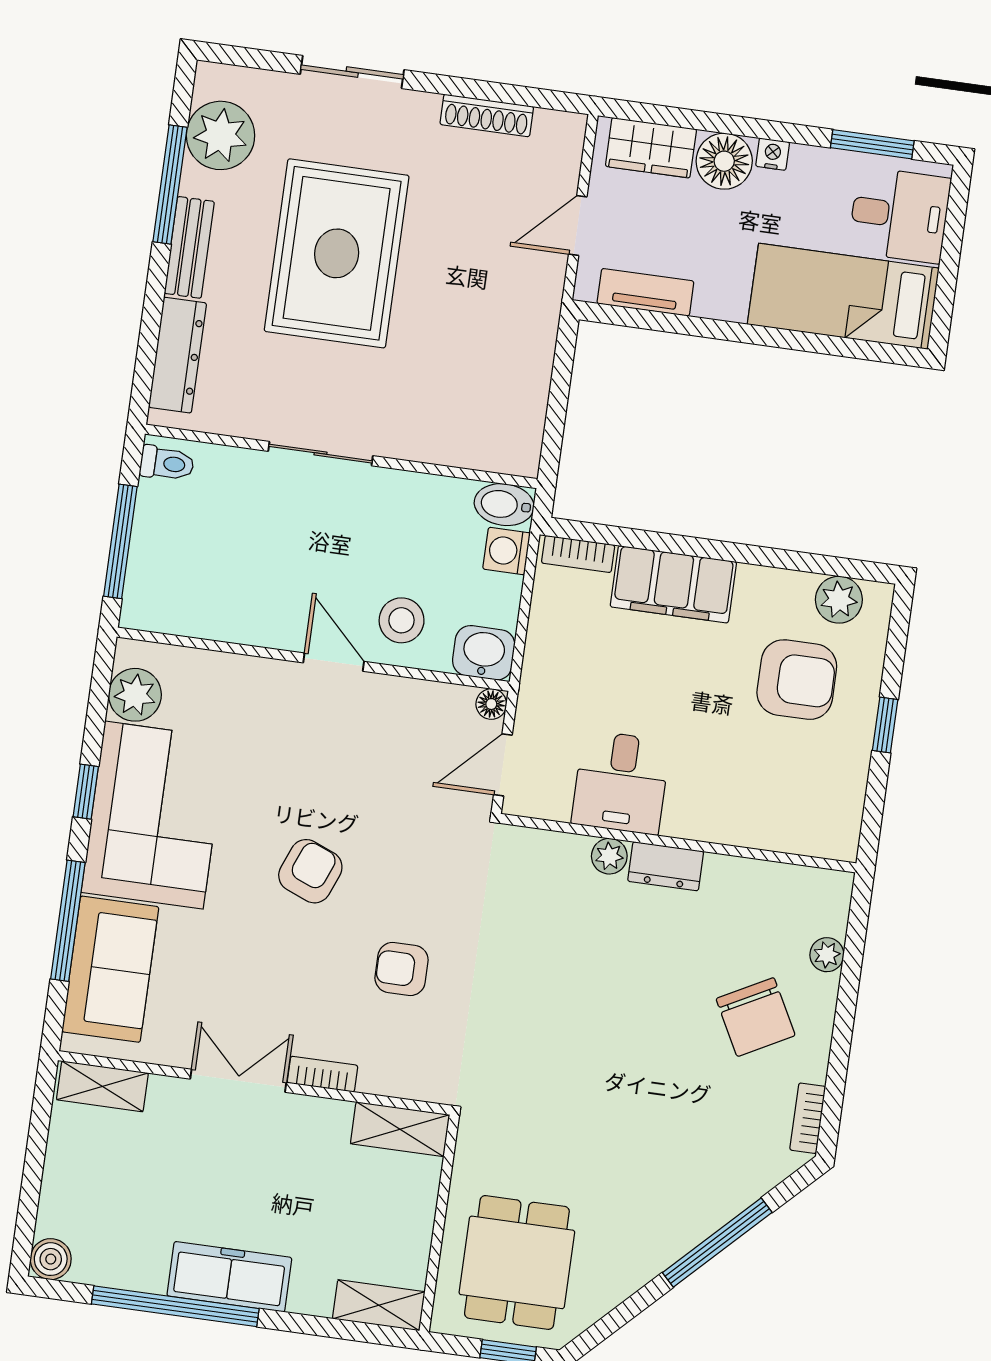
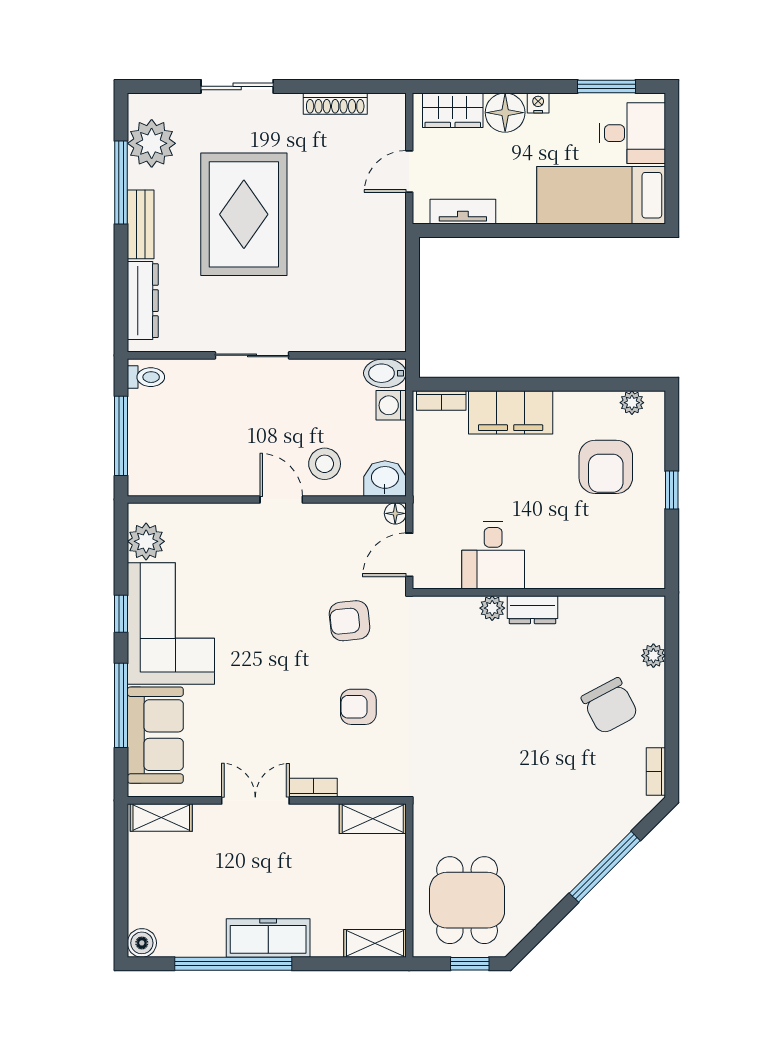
plant: (839, 600) -> (632, 403), width x0.73, depth x0.73
armchair: (797, 680) -> (606, 467), turned 90
armchair: (310, 871) -> (350, 621), moved, turned -118

